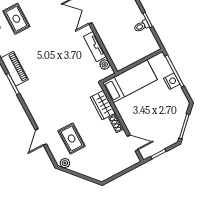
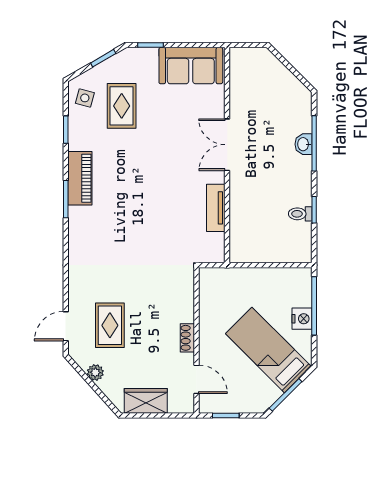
plant: (105, 64) -> (216, 242), removed
bed: (130, 81) -> (268, 350), moved, turned -135
wardrobe: (103, 105) -> (146, 401), moved, turned 90
door: (41, 137) -> (66, 326), moved
plant: (65, 163) -> (95, 372), moved

